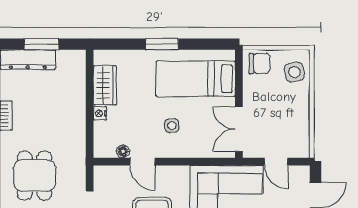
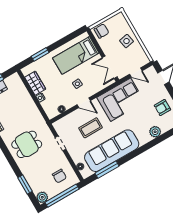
window: (162, 44) -> (40, 54), moved
side table: (294, 72) -> (127, 41), moved
door: (142, 162) -> (84, 103), moved
dining table: (35, 175) -> (27, 144), turned 90

